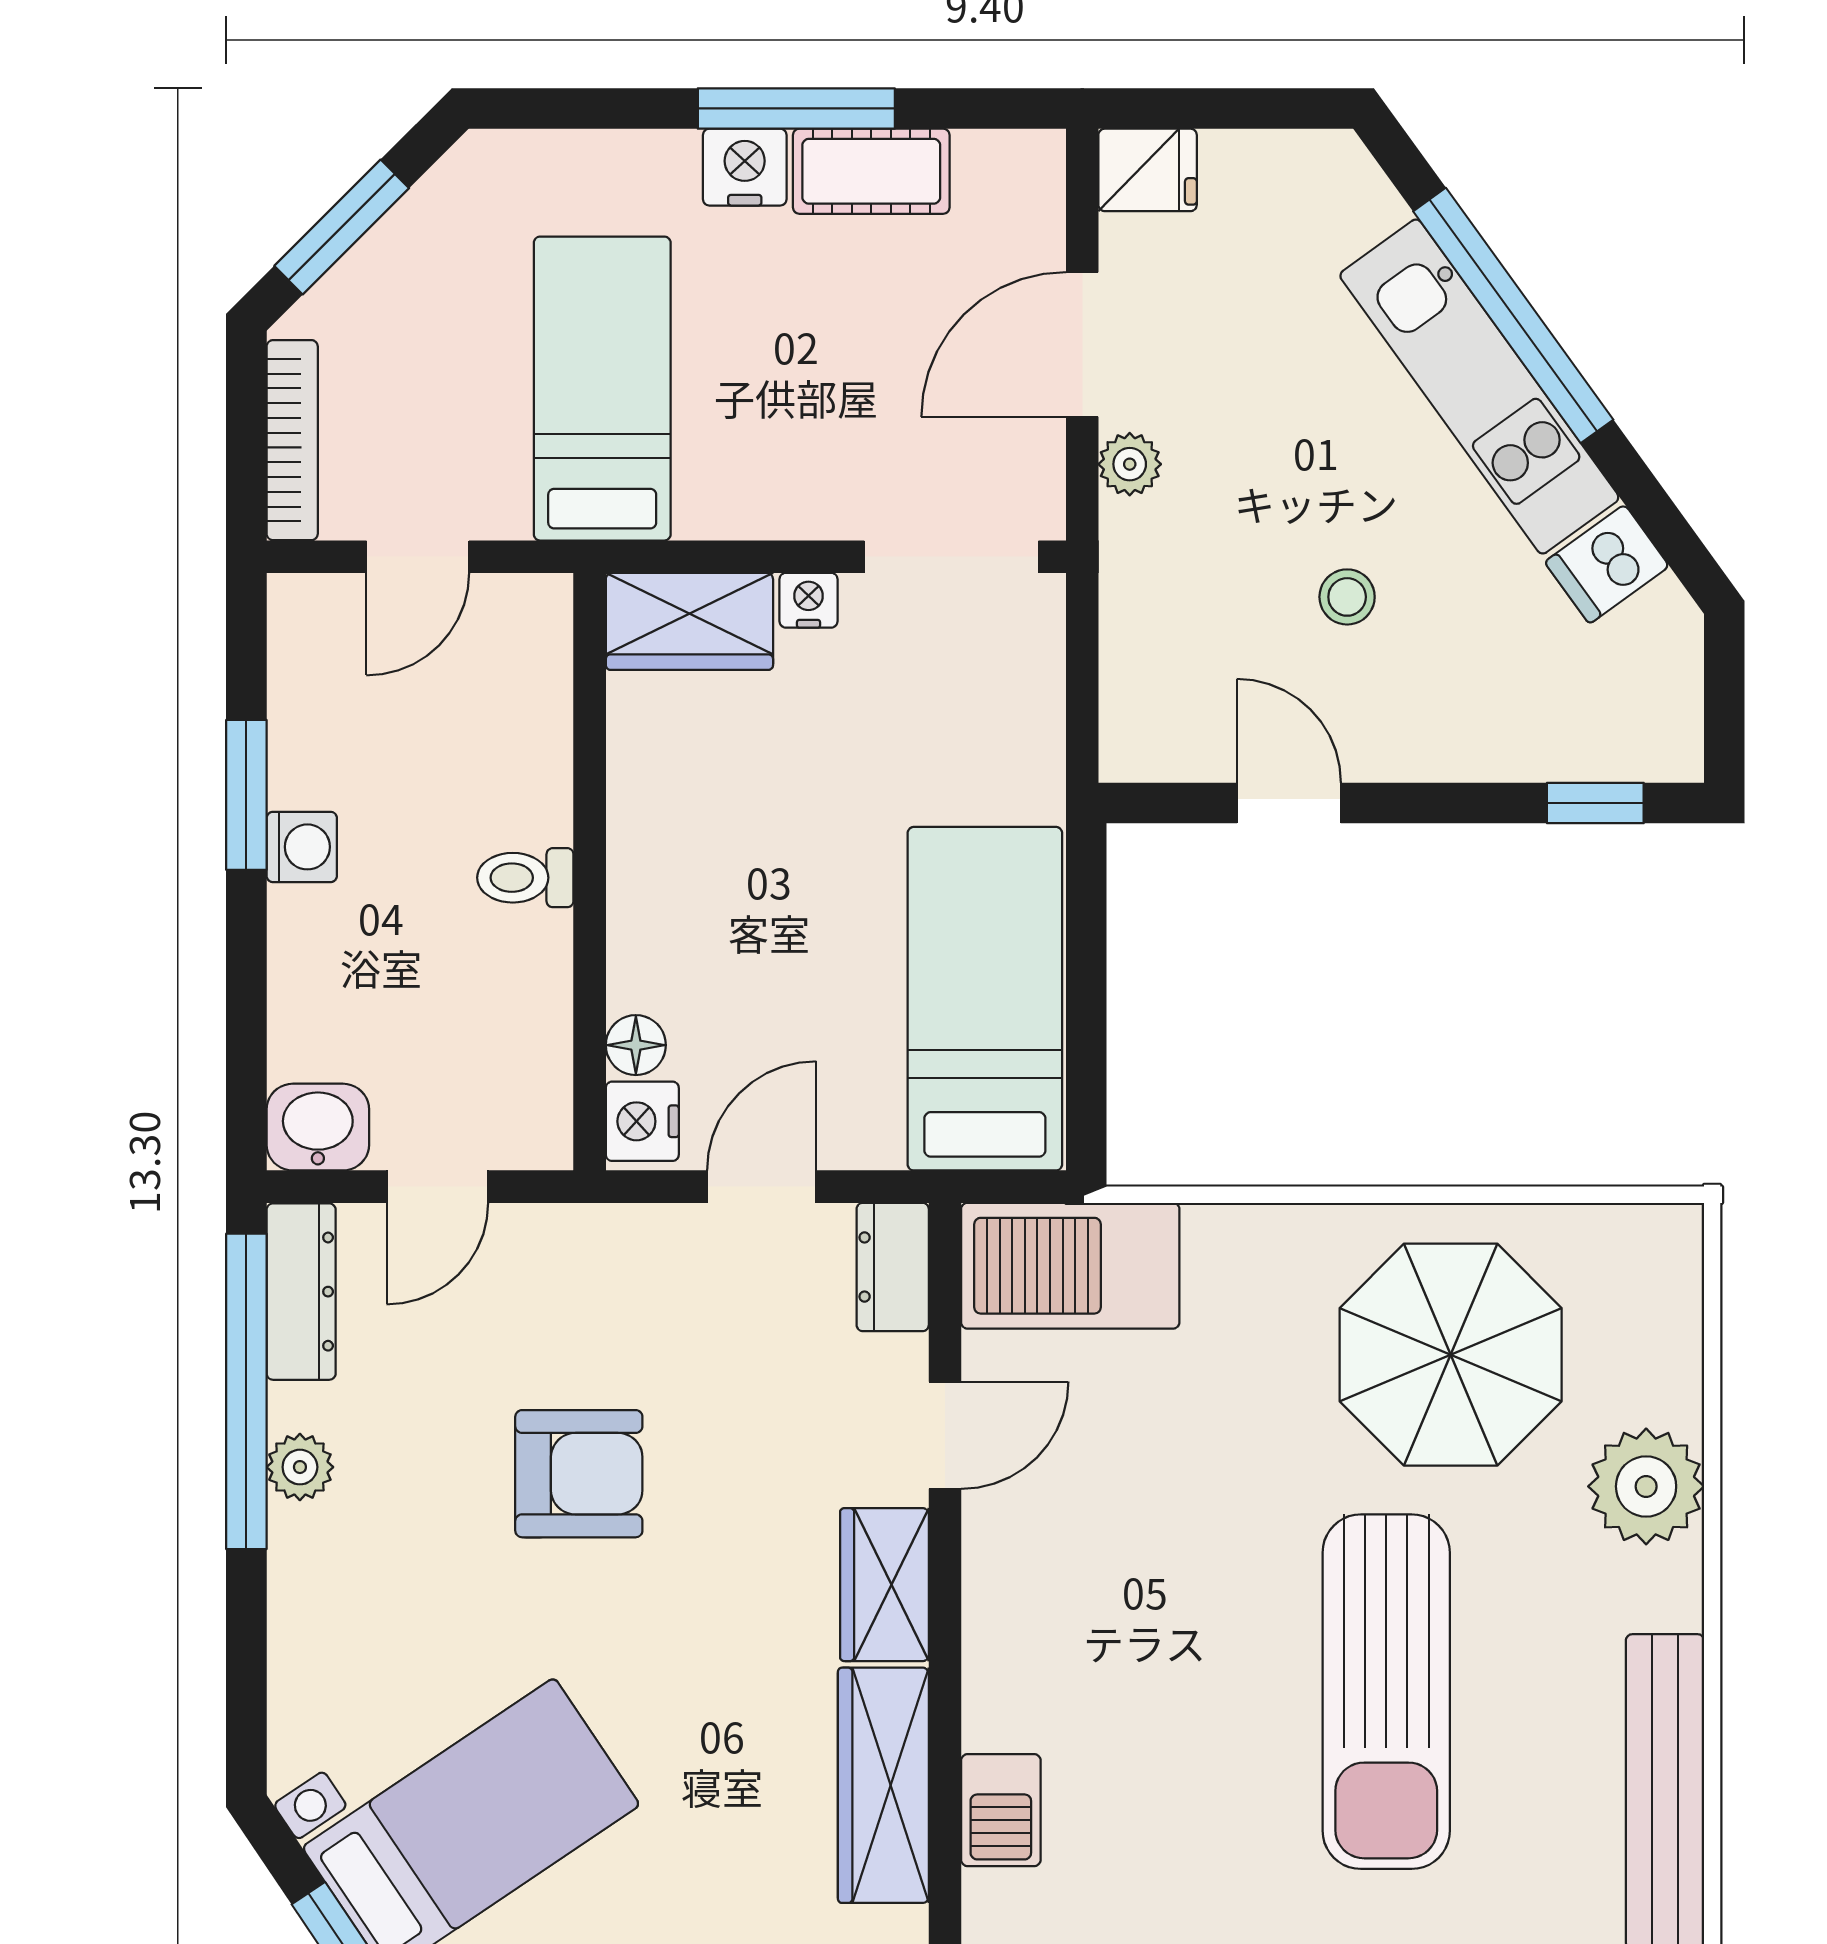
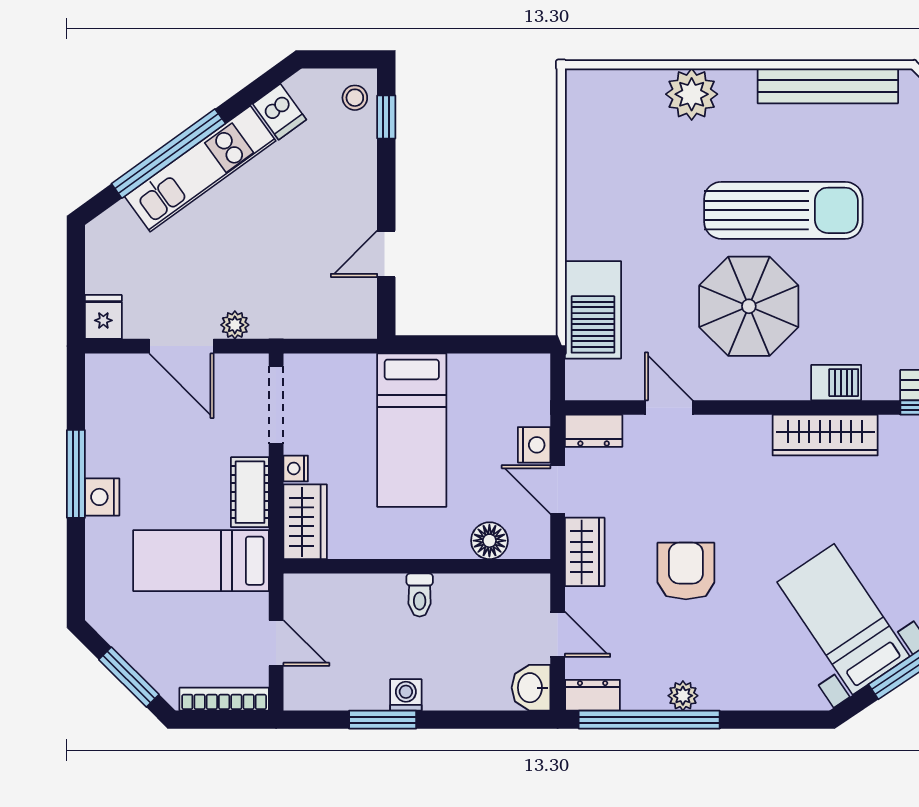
cot: (871, 171) -> (250, 492), moved
stool: (1347, 597) -> (355, 98), moved
bed: (985, 999) -> (412, 430), moved, turned -90
floor lamp: (636, 1045) -> (489, 541), width x1.37, depth x1.37
nightstand: (642, 1121) -> (534, 445), moved, turned -90
barbecue: (1070, 1266) -> (593, 310), moved
dresser: (301, 1292) -> (593, 695), width x0.70
parasol: (1451, 1355) -> (749, 306), moved
wardrobe: (884, 1585) -> (585, 552), moved, turned -90

